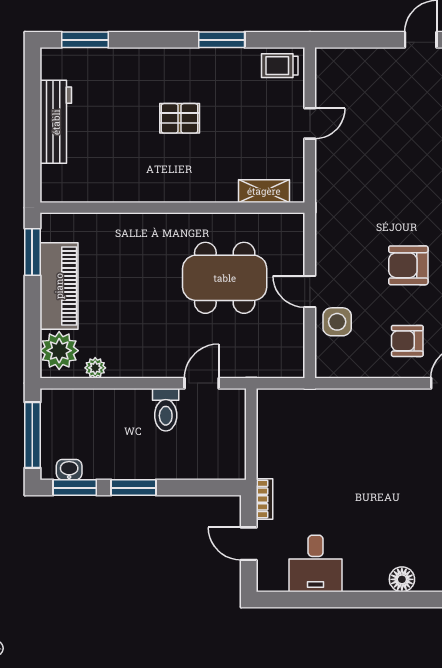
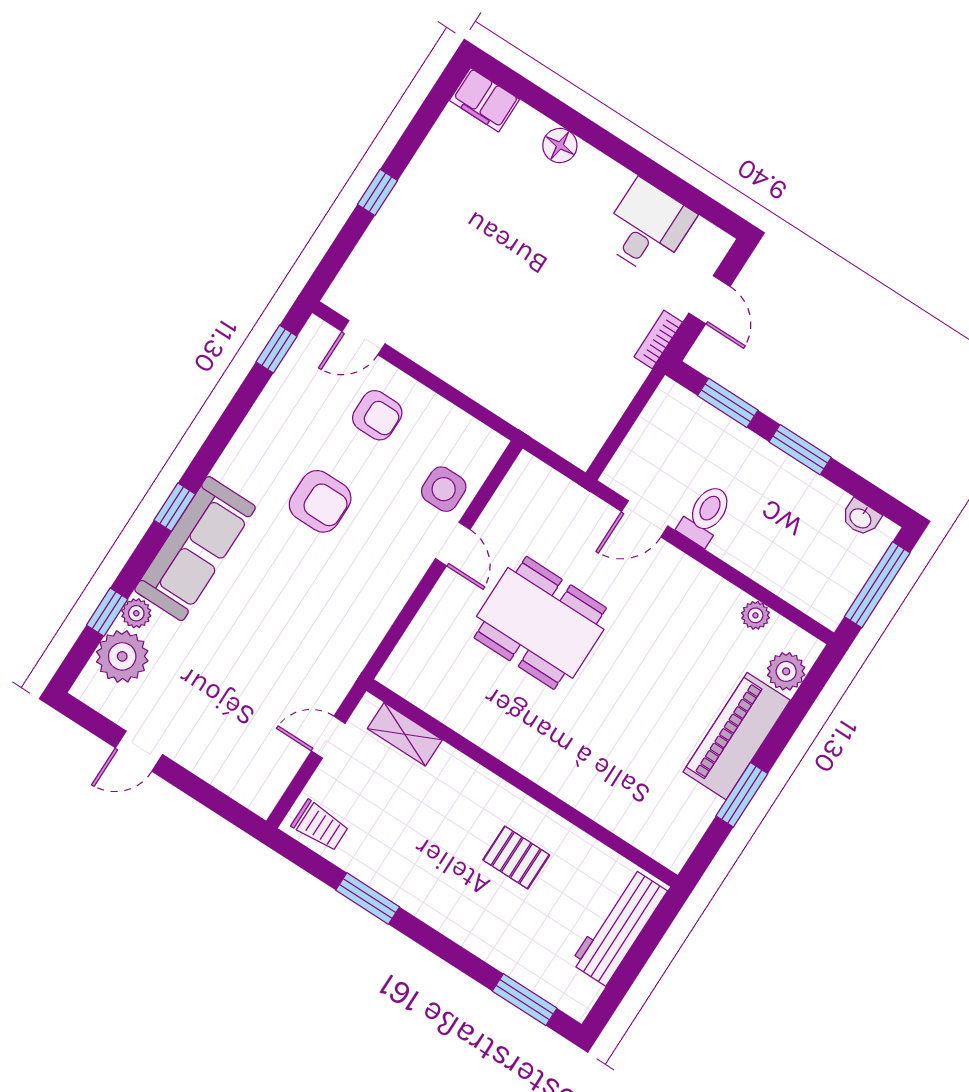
pallet: (180, 118) -> (516, 857), moved
shelving: (264, 191) -> (405, 734), moved
wall: (172, 208) -> (522, 783), moved
plant: (59, 351) -> (786, 671), width x0.73, depth x0.73
window: (75, 488) -> (728, 403), moved

